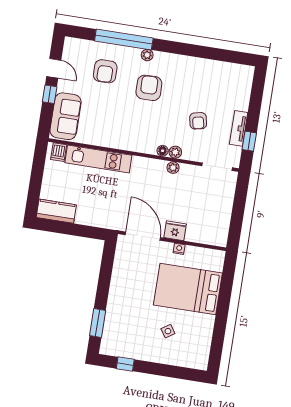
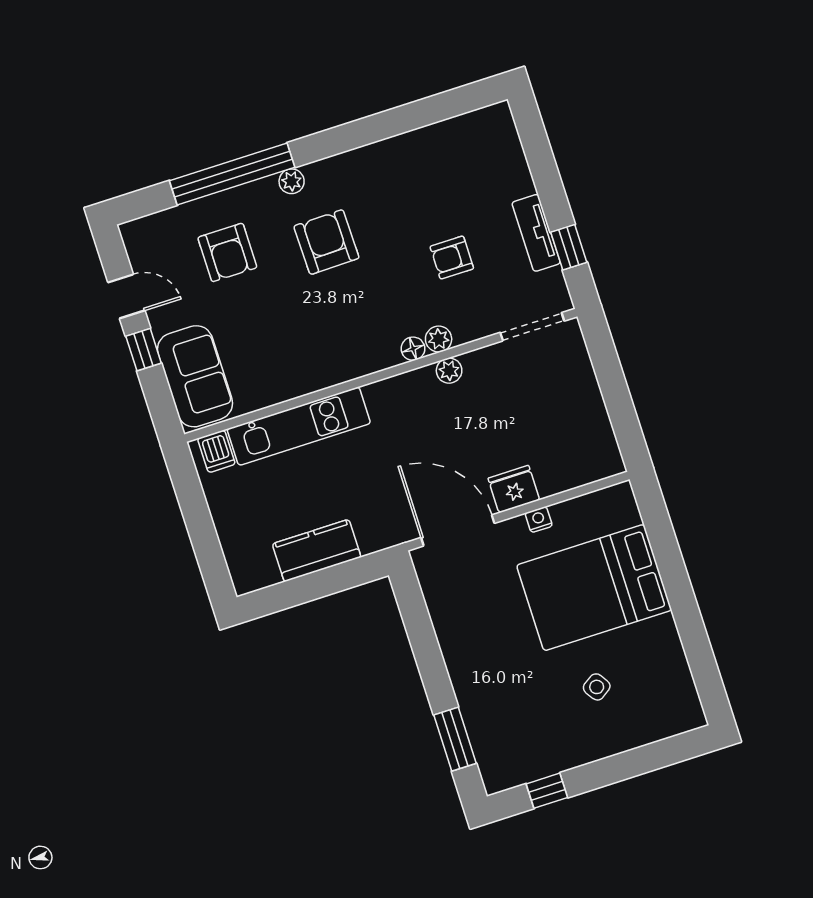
armchair: (198, 121) -> (452, 258), turned 102
kitchen counter: (56, 211) -> (317, 551), moved

